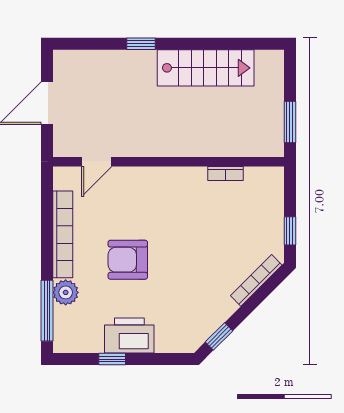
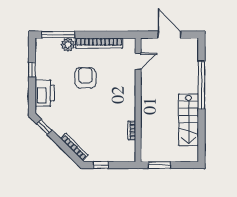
window: (141, 44) -> (201, 85), width x3.17
door: (97, 162) -> (138, 61), swing flipped
printer: (129, 336) -> (45, 93), moved

